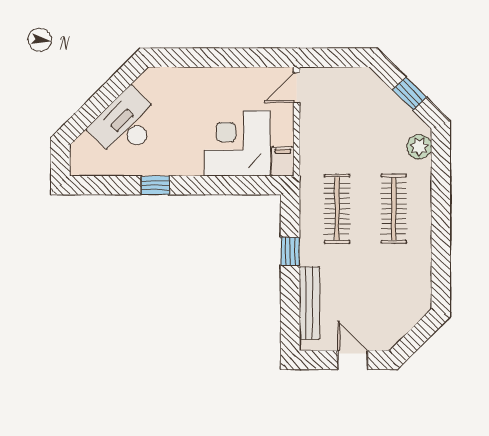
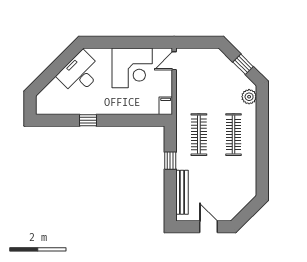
desk: (126, 124) -> (80, 73), moved
corner desk: (237, 143) -> (132, 68), moved, turned 180

